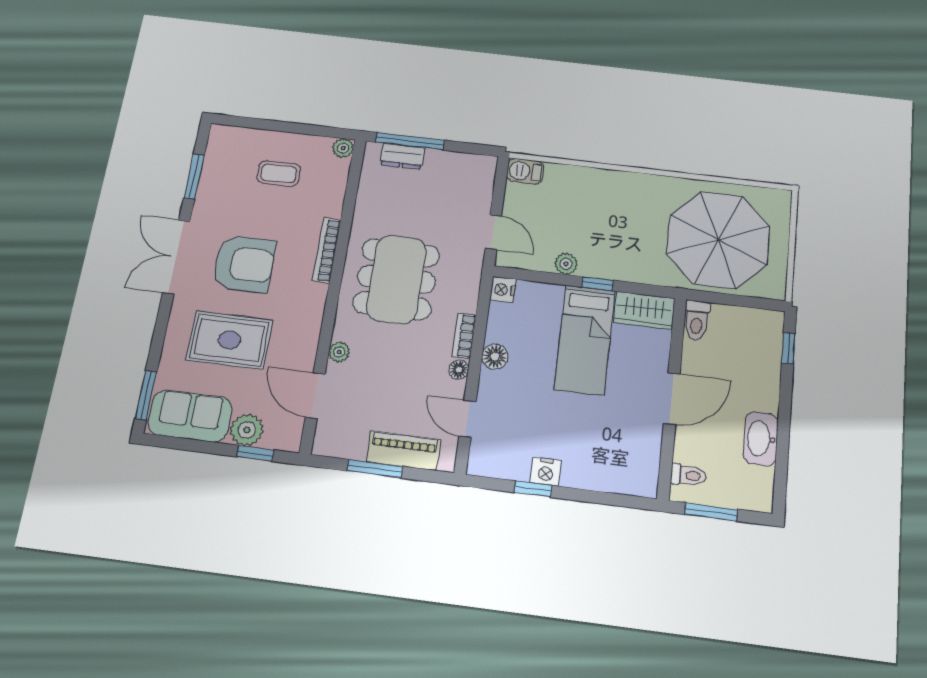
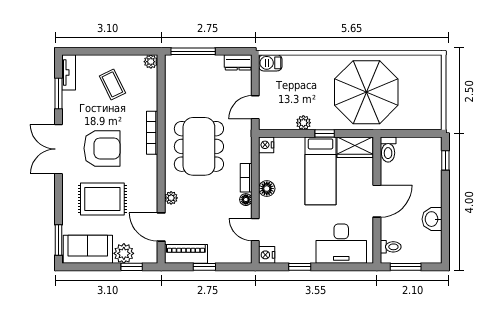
tv unit: (216, 149) -> (69, 72), added
dresser: (402, 156) -> (238, 62), moved
coffee table: (279, 173) -> (112, 84), turned 64
door: (493, 232) -> (255, 107), swing flipped
parasol: (718, 240) -> (366, 92), moved
washbasin: (761, 439) -> (432, 219), width x0.72
piano: (403, 451) -> (186, 254), moved
desk: (606, 460) -> (341, 244), added
window: (375, 469) -> (204, 267), width x0.67
nightstand: (546, 472) -> (267, 255), moved, turned 90

